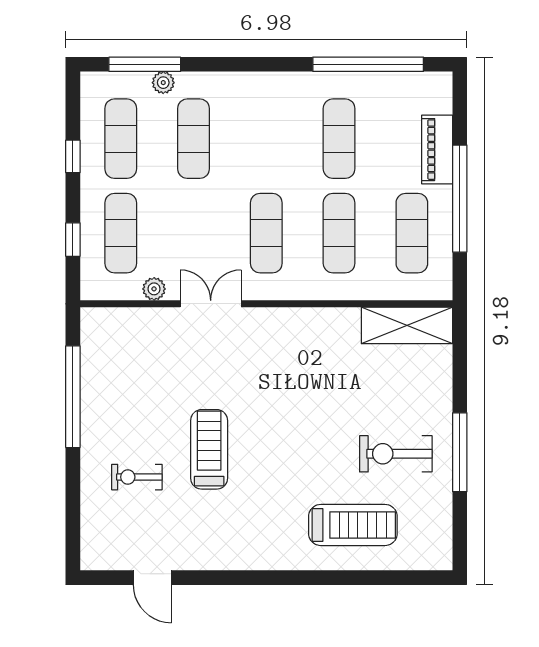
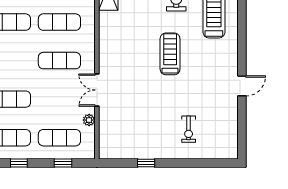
window: (73, 397) -> (146, 163), width x0.32
treadmill: (209, 449) -> (170, 54), moved, turned 90
door: (152, 578) -> (242, 86), moved

